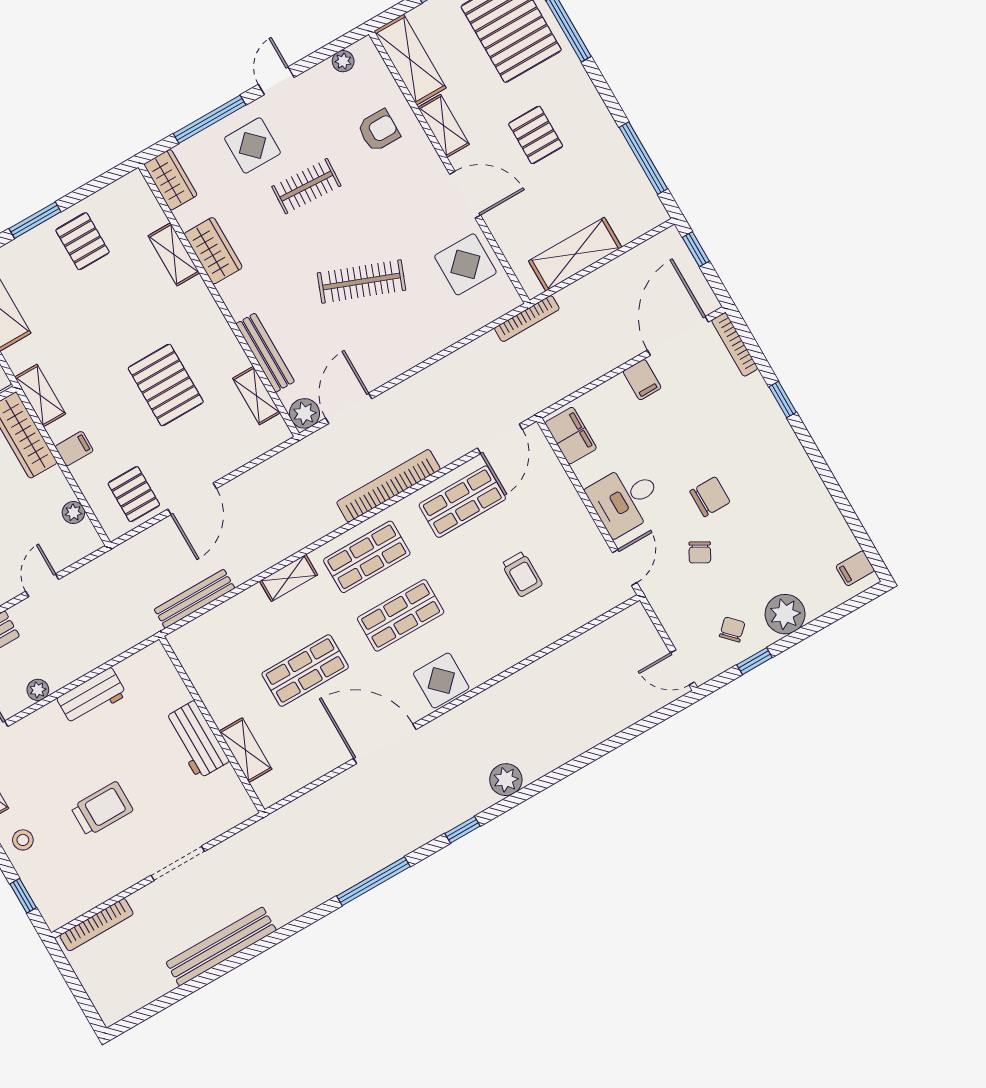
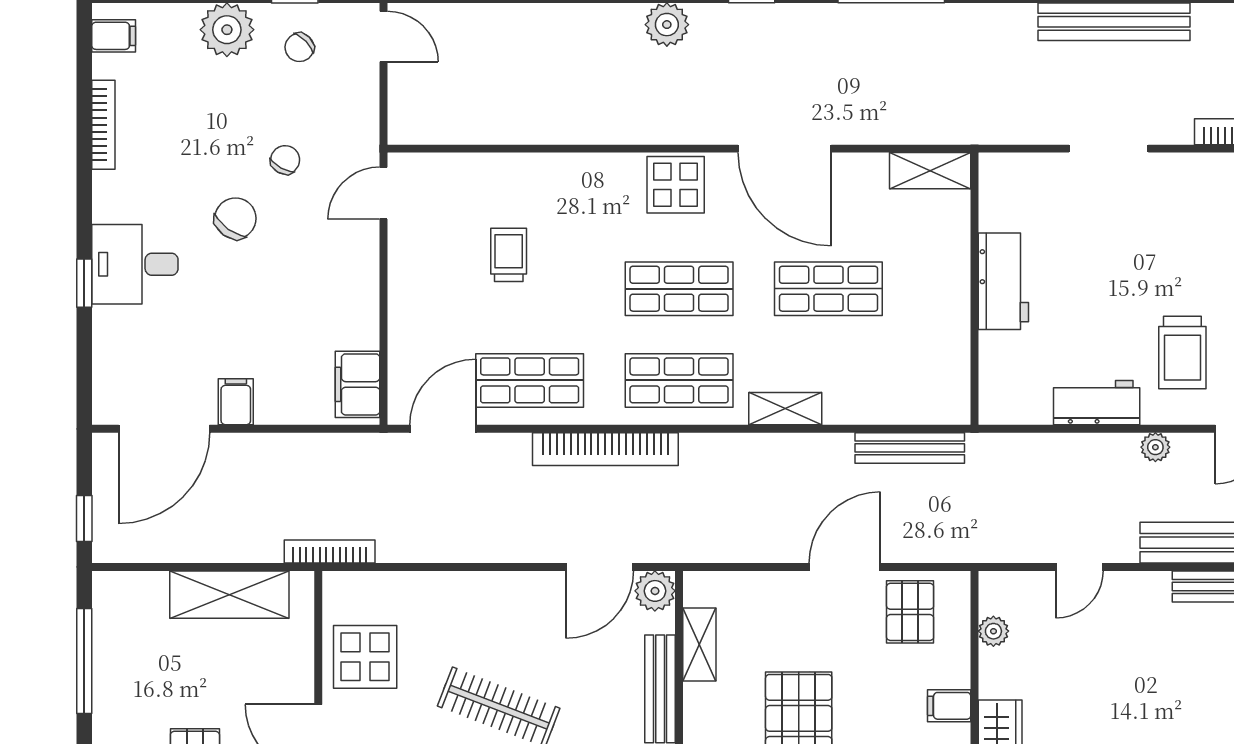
bookcase: (735, 344) -> (103, 125), moved
chair: (710, 497) -> (235, 218), turned 126
desk: (625, 499) -> (135, 264), moved, turned 180
shelving: (246, 750) -> (930, 171), moved, turned 90
trolley: (102, 809) -> (1182, 353), moved, turned -90

